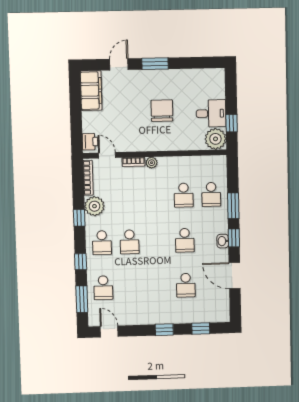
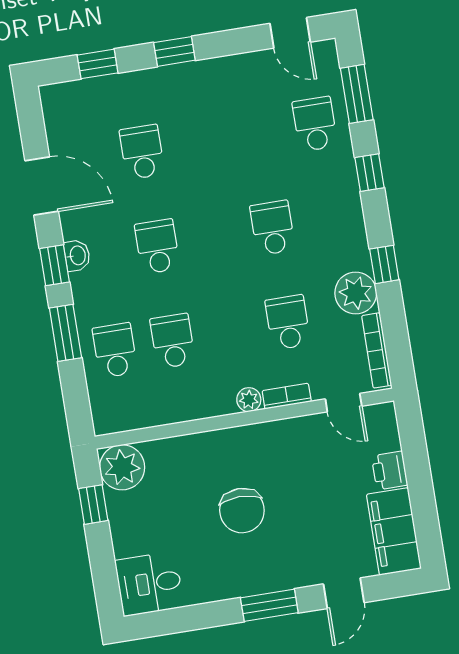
desk: (211, 113) -> (149, 584), moved
printer: (90, 142) -> (390, 471), moved
school desk: (102, 243) -> (288, 322), moved

